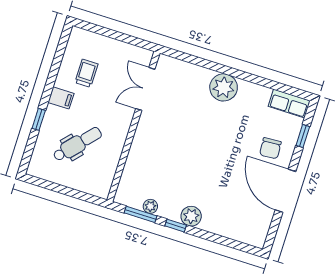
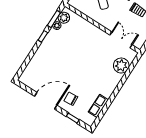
plant: (224, 87) -> (121, 66), moved
row of seats: (289, 104) -> (98, 106), moved
plant: (191, 216) -> (64, 18), moved

